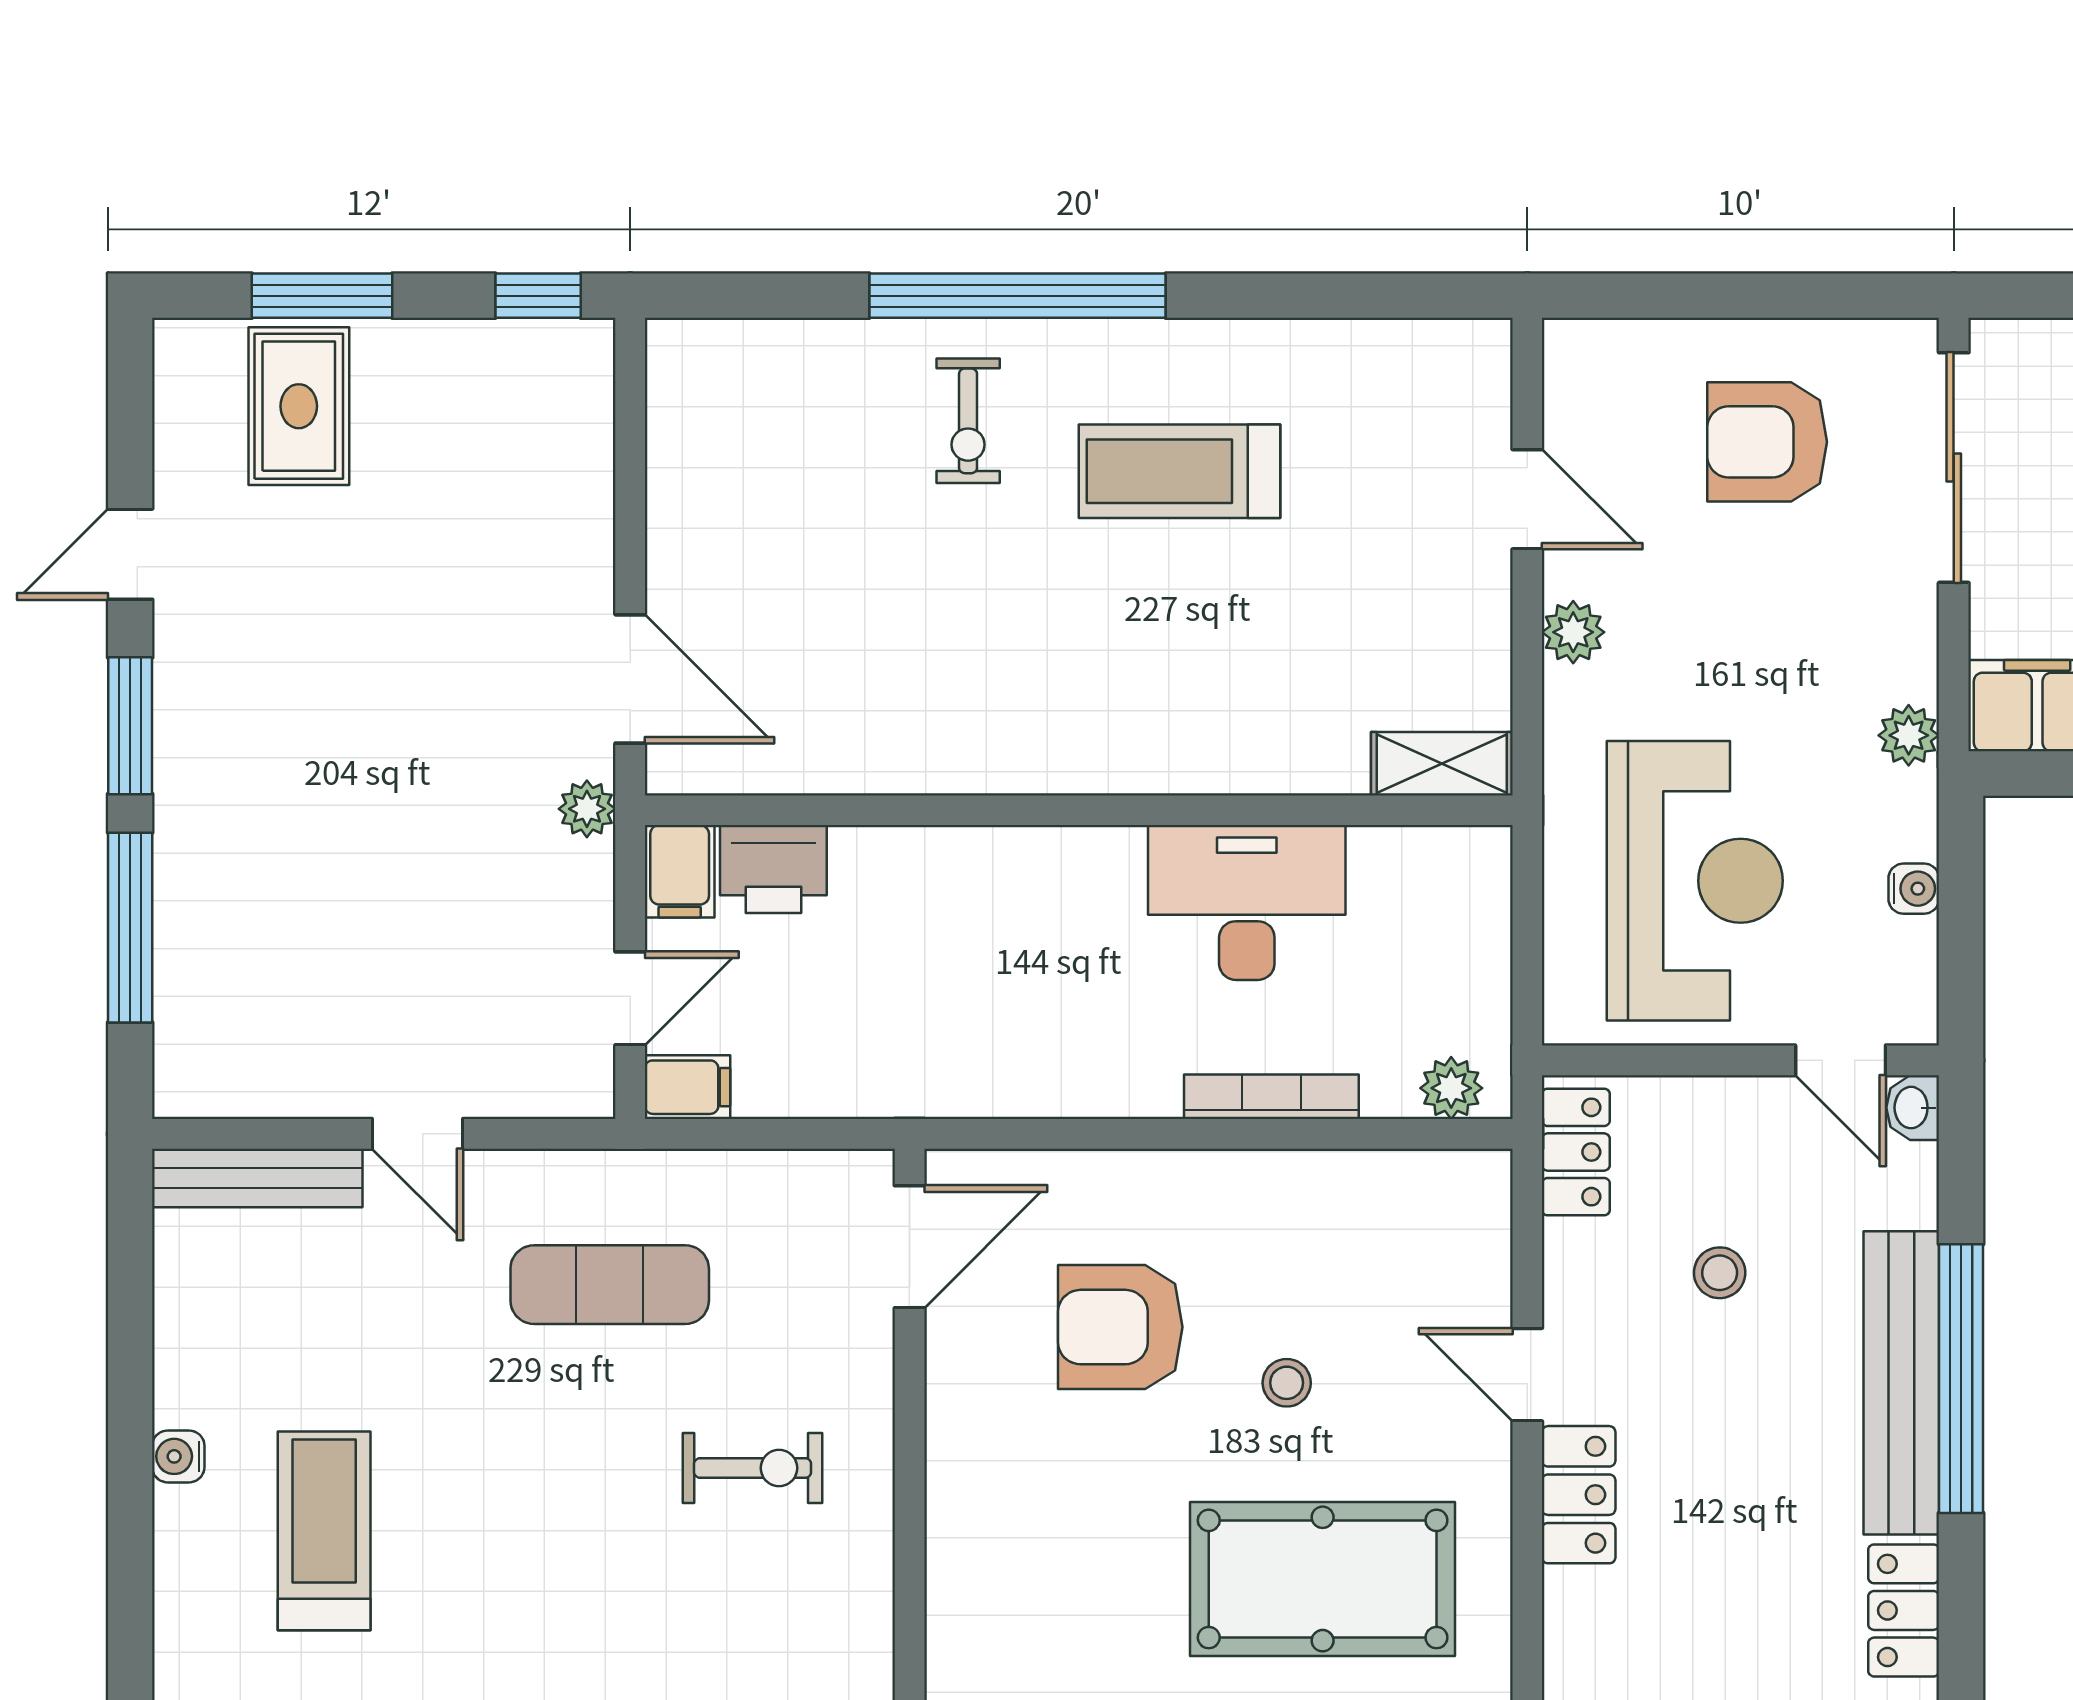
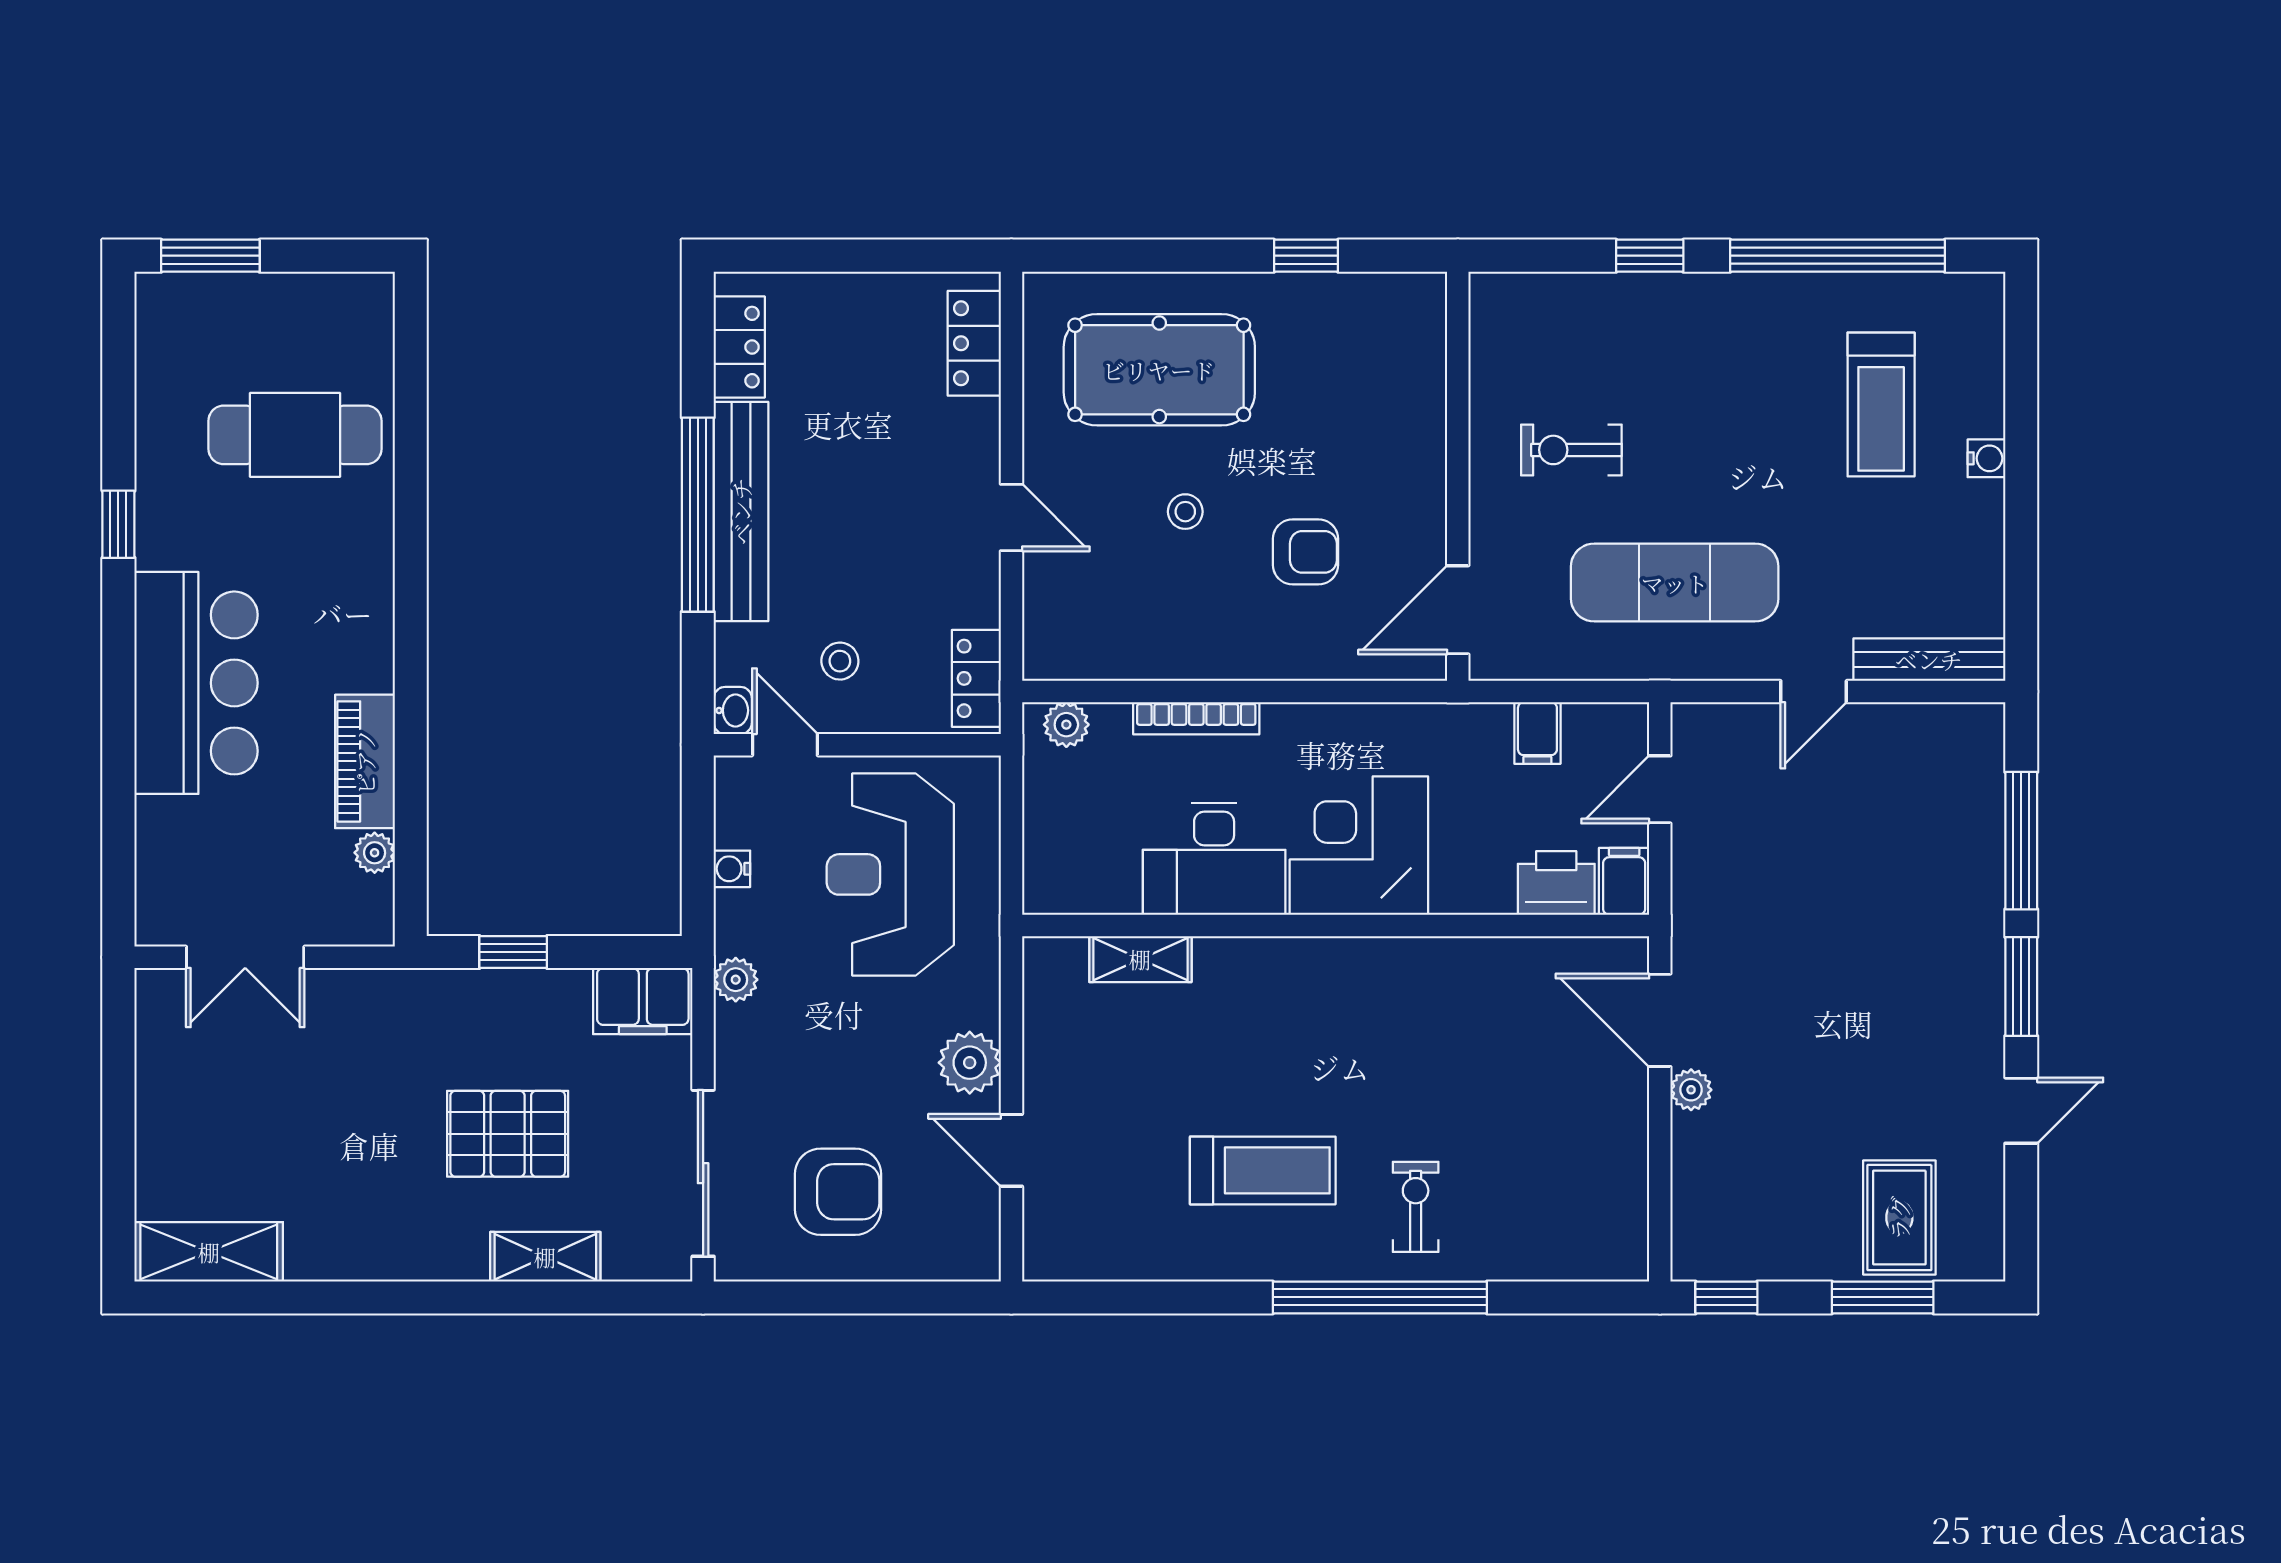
plant: (1573, 632) -> (970, 1063), width x1.38, depth x1.38
shelving: (1442, 764) -> (1140, 959), moved
plant: (587, 809) -> (1691, 1090), moved
corner desk: (1047, 921) -> (1359, 846), added
filing cabinet: (687, 1087) -> (1537, 733), moved, turned -90
door: (418, 1134) -> (1814, 692), swing flipped
stool: (1720, 1273) -> (840, 661), moved
exercise mat: (610, 1285) -> (1675, 583), width x1.36, depth x1.45
armchair: (1120, 1327) -> (1306, 552), width x0.72, depth x0.72
locker: (1579, 1495) -> (974, 343), moved

